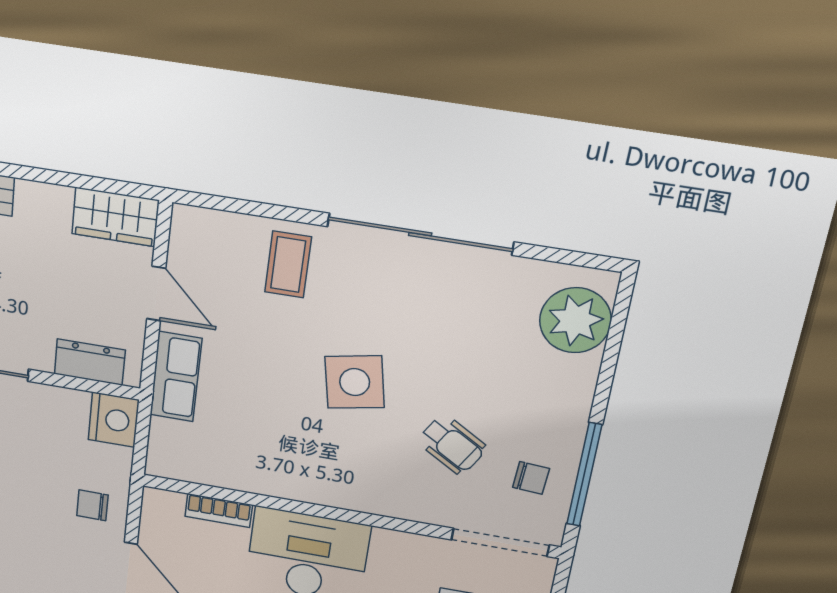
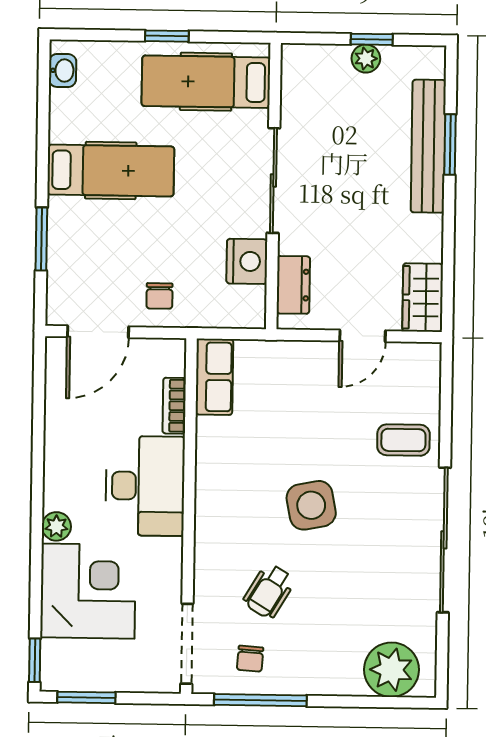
row of seats: (176, 377) -> (214, 377), moved, turned -90
nightstand: (114, 420) -> (247, 261), moved, turned -90
chair: (92, 505) -> (159, 296), turned 180

